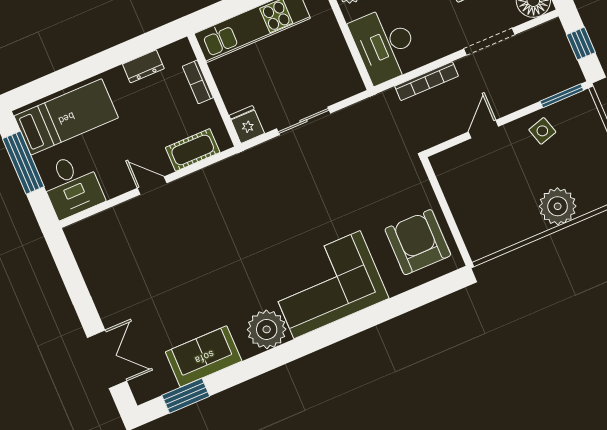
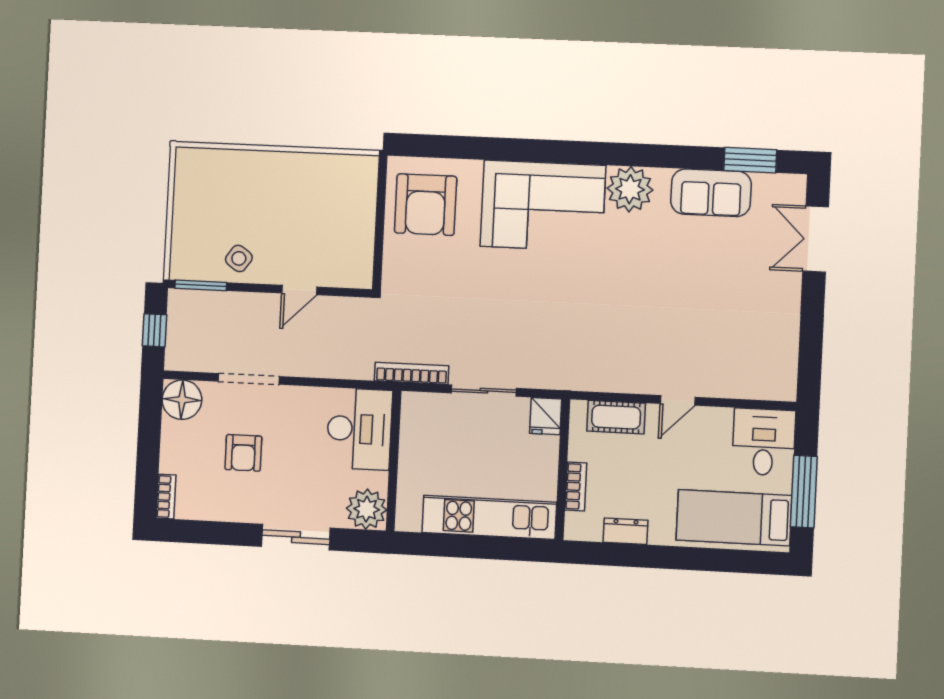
bookcase: (427, 81) -> (412, 373), moved
side table: (542, 131) -> (239, 258), turned -38
door: (152, 186) -> (678, 400), hinge flipped
plant: (558, 206) -> (261, 172), removed

